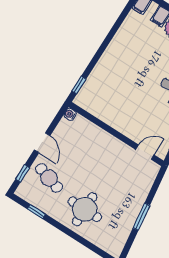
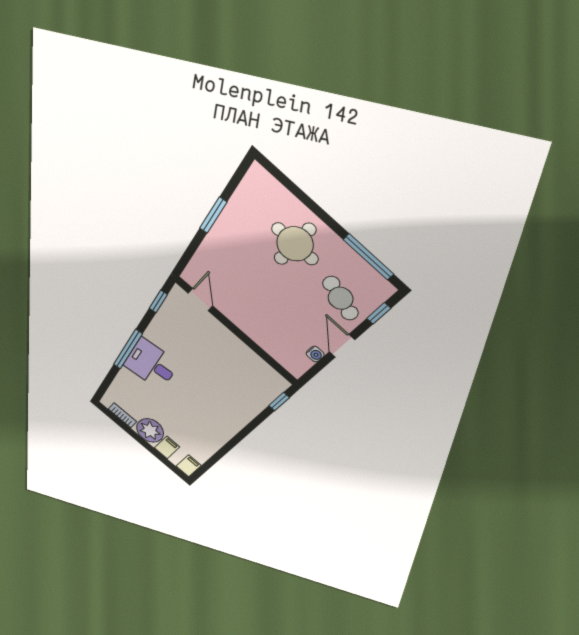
water cooler: (70, 114) -> (315, 354), moved
door: (145, 152) -> (200, 300), swing flipped
window: (36, 212) -> (368, 257), width x2.17

